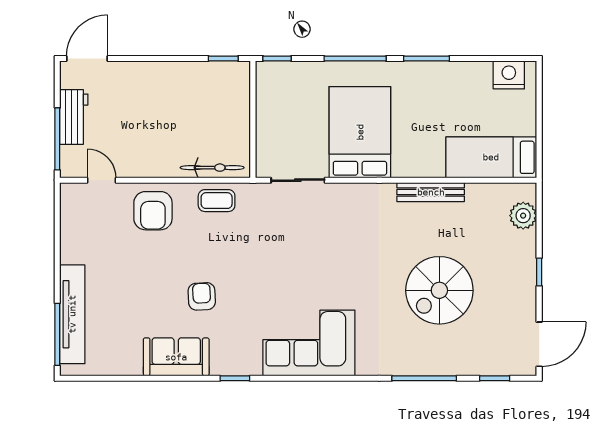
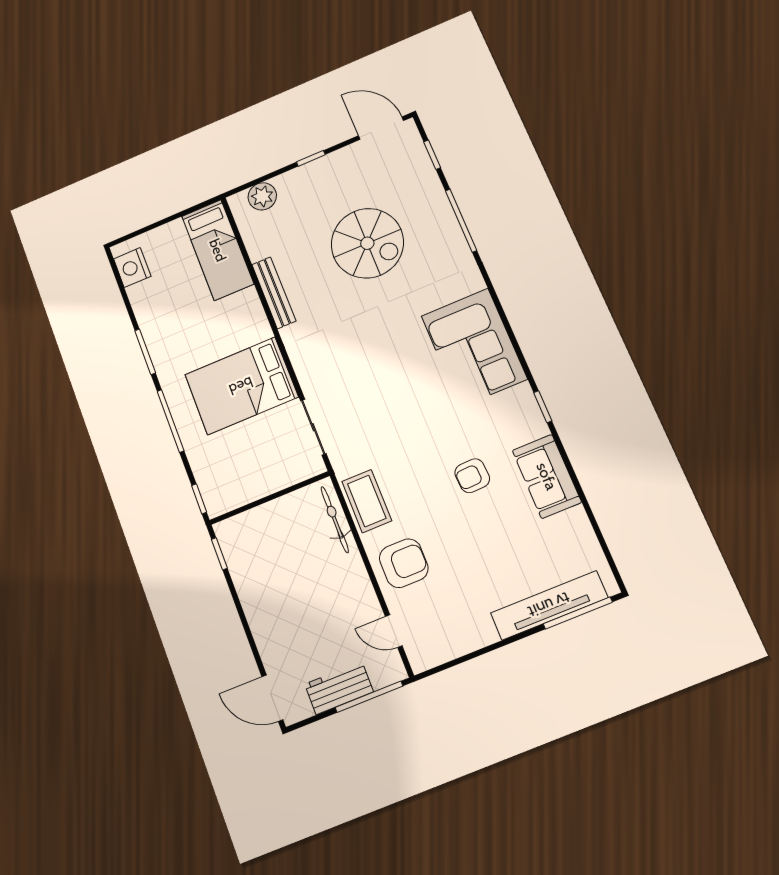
door: (102, 180) -> (394, 631), hinge flipped
coffee table: (217, 201) -> (367, 501), width x1.36, depth x1.30

